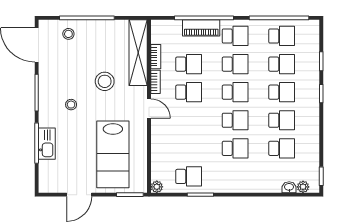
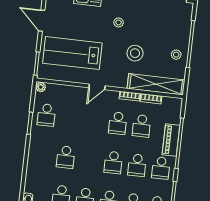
stool: (68, 34) -> (176, 55), moved
door: (149, 109) -> (97, 87), moved
school desk: (235, 120) -> (89, 160), removed

